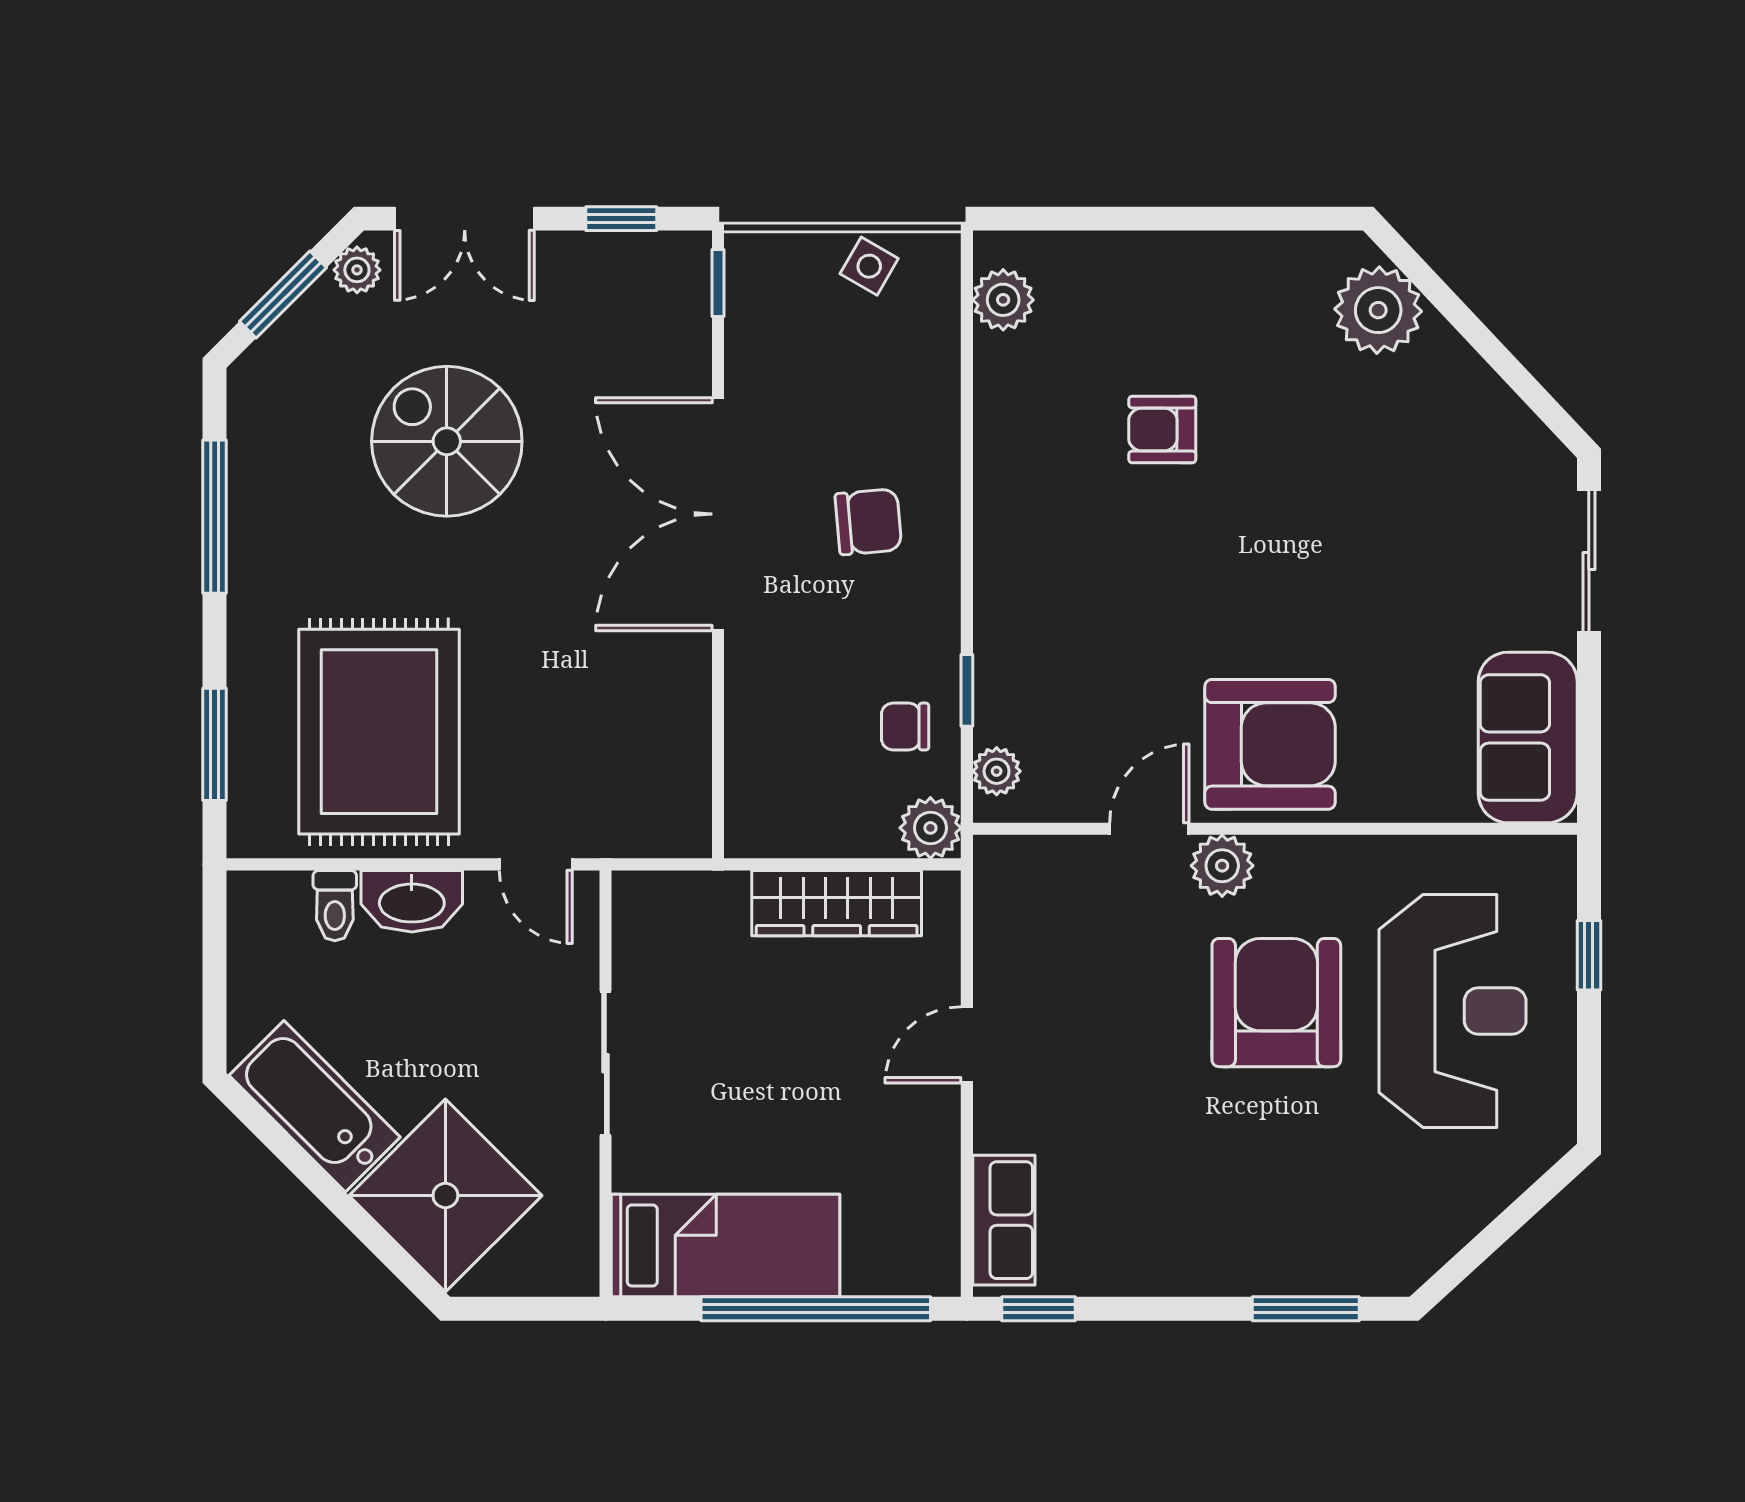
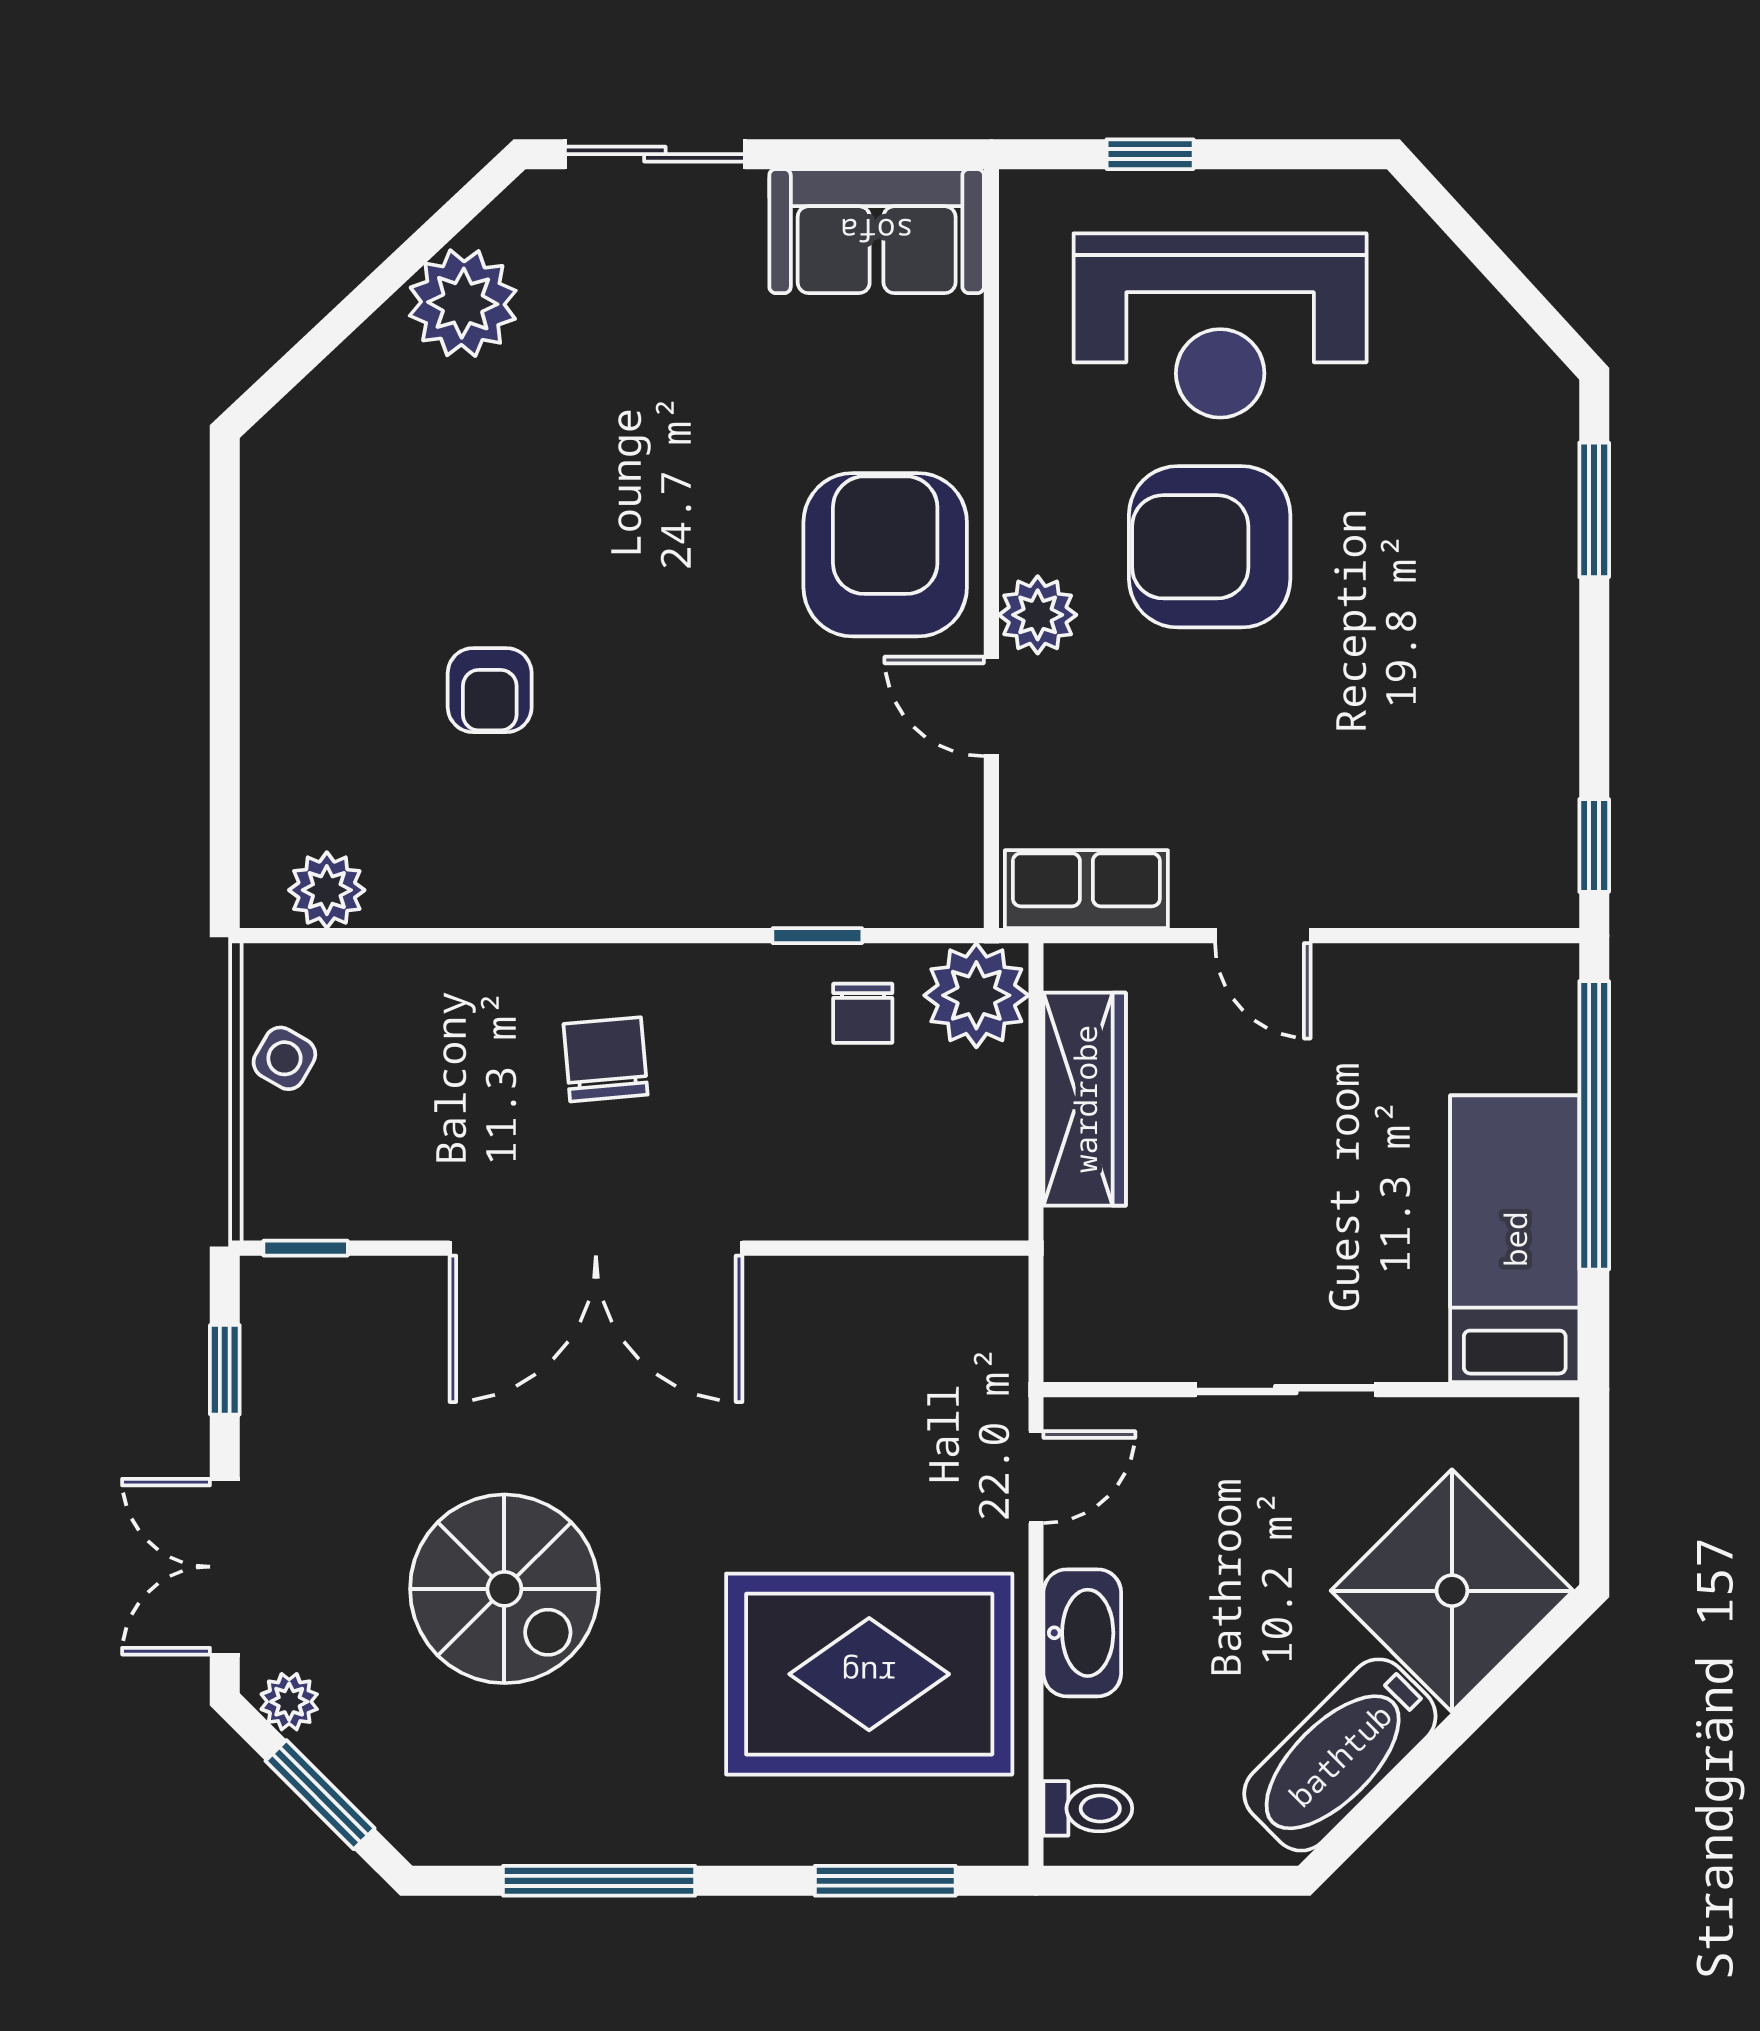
double door: (465, 219) -> (225, 1567), swing flipped
plant: (1378, 310) -> (463, 303), moved
spiral stairs: (447, 441) -> (504, 1589), turned -90
plant: (997, 771) -> (919, 898), removed
plant: (930, 828) -> (976, 995), width x1.36, depth x1.36
toilet: (335, 906) -> (1088, 1808), moved
reception desk: (1453, 1011) -> (1220, 325), turned 180
row of seats: (1004, 1220) -> (1086, 889), moved

